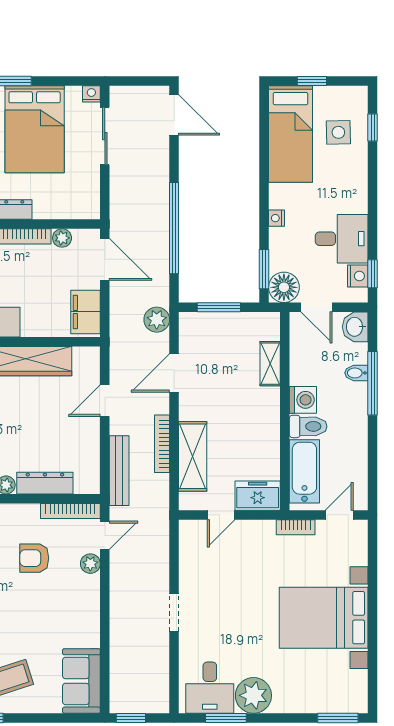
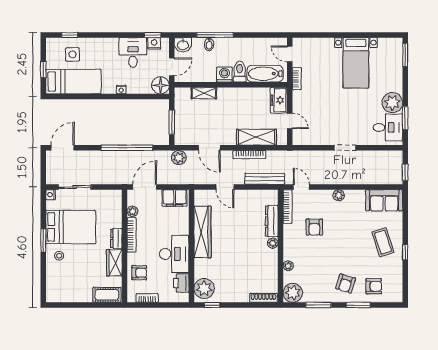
window: (264, 269) -> (150, 97), removed
plant: (90, 564) -> (339, 195), moved
bed with nightstands: (324, 618) -> (356, 63), width x0.73

